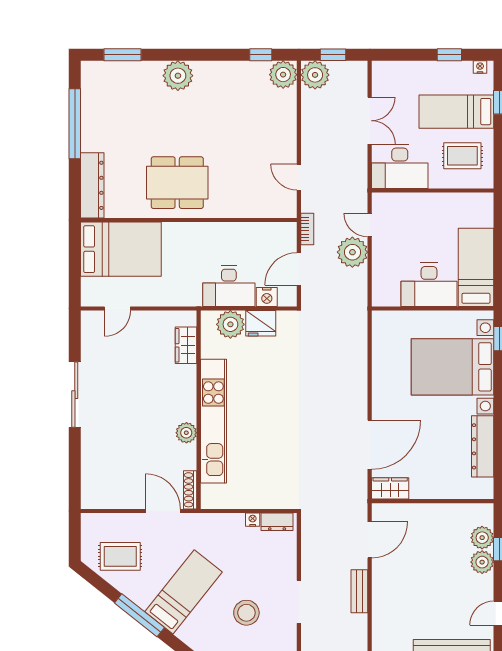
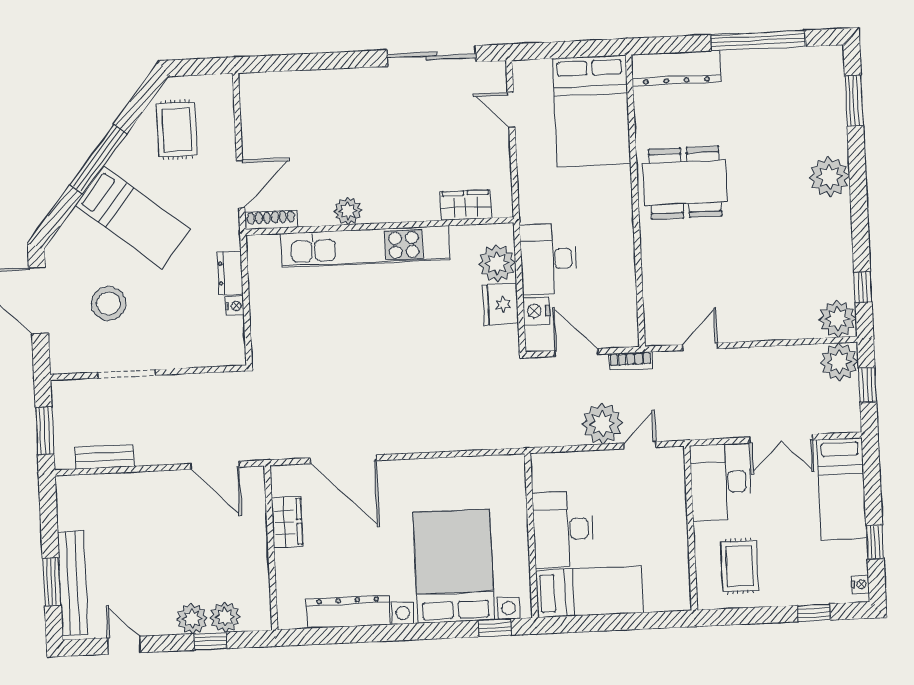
bed: (456, 112) -> (842, 489), moved, turned 180
dining table: (177, 183) -> (685, 183), turned 90
sliding door: (75, 395) -> (431, 56), moved
wardrobe: (390, 488) -> (287, 522), moved
dresser: (277, 522) -> (230, 273), moved
bench: (359, 591) -> (104, 457), moved

